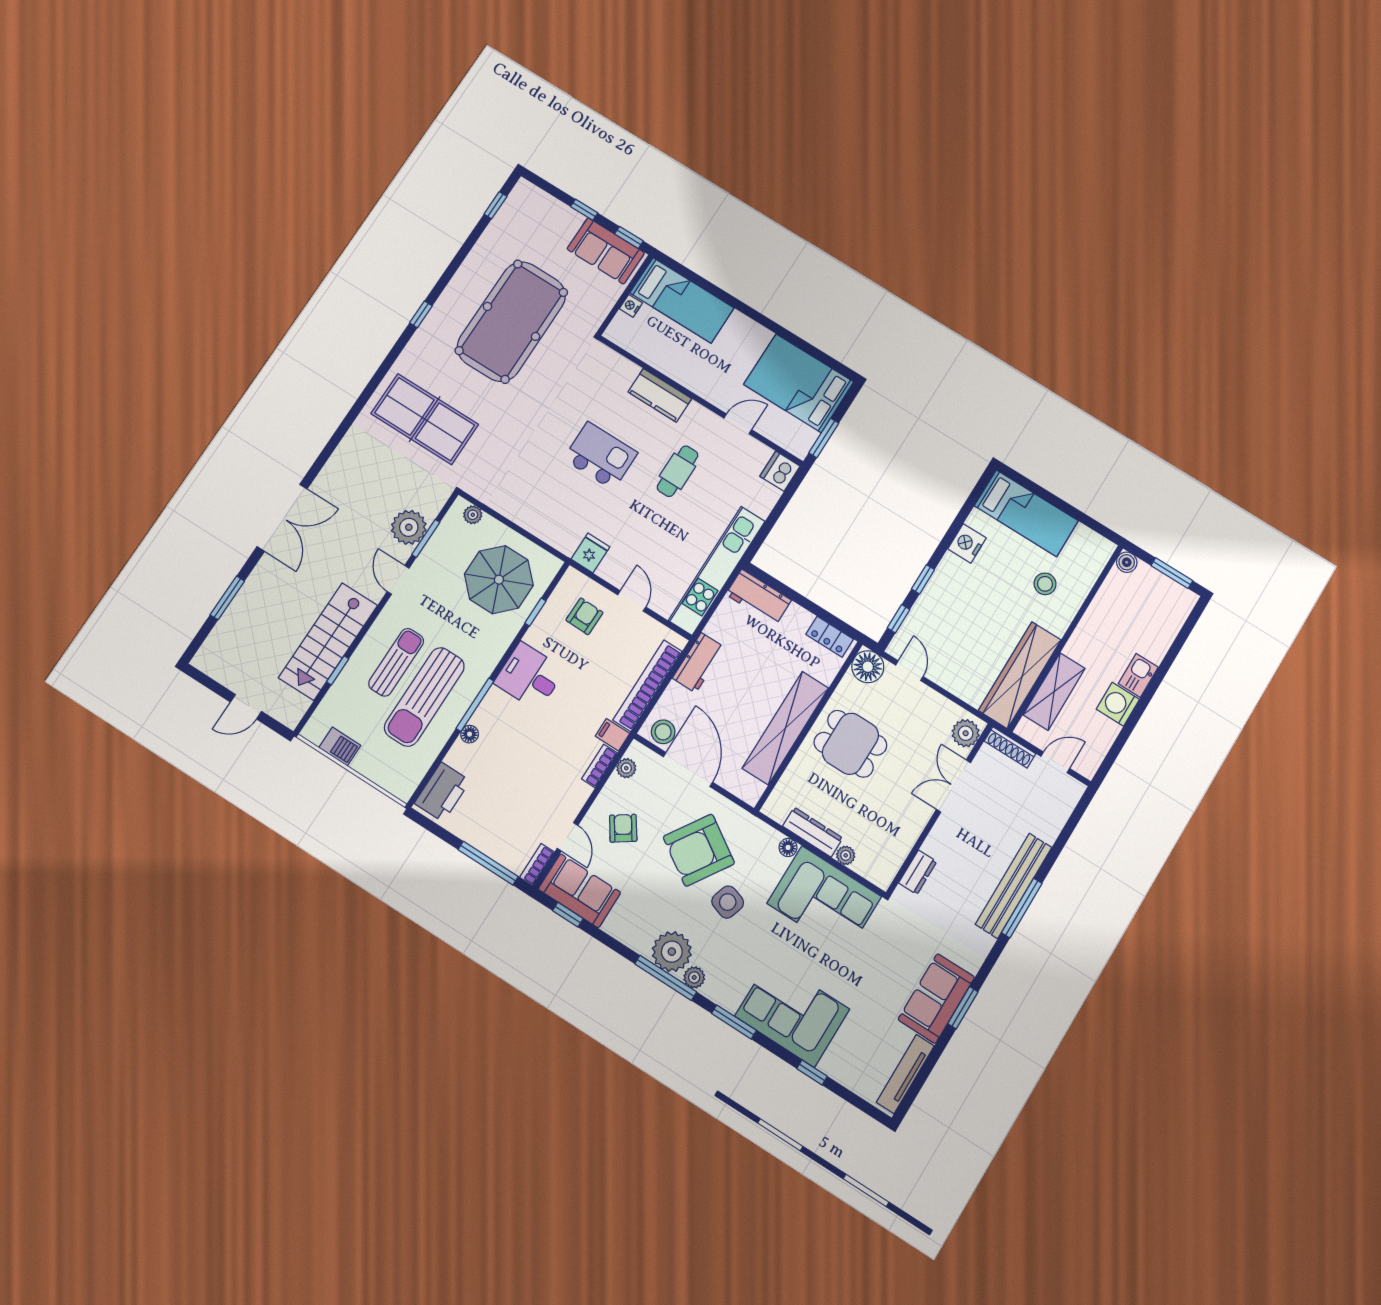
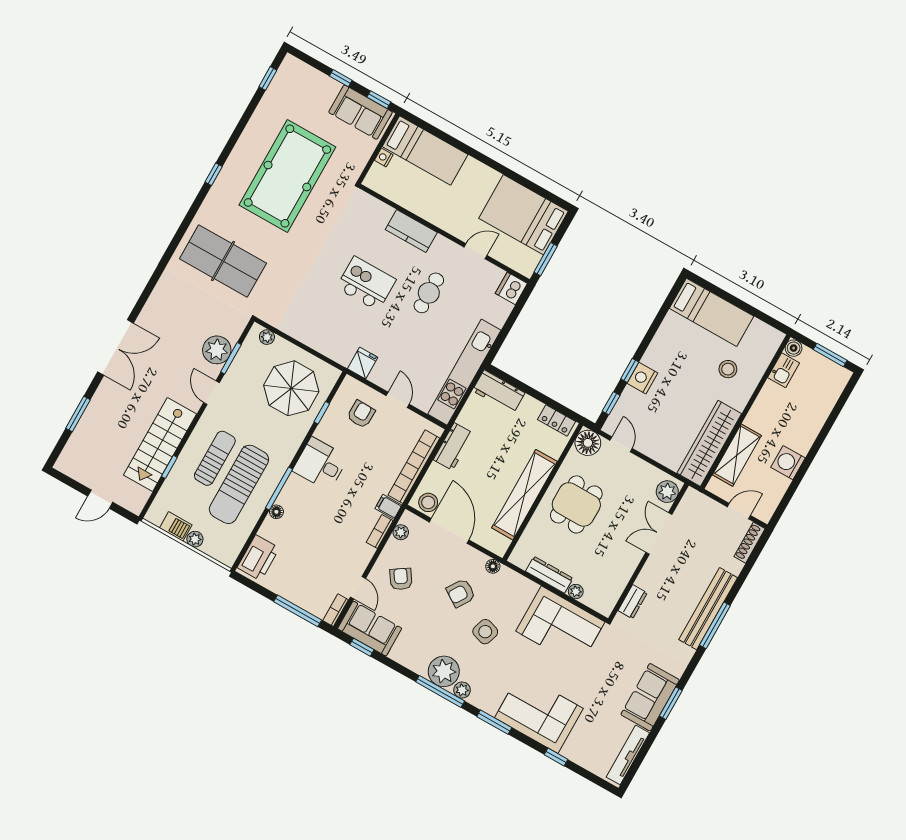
nightstand: (967, 543) -> (642, 378), moved
kitchen sink: (1138, 675) -> (784, 370), moved, turned 180
dining table: (850, 744) -> (576, 504), turned 90
shoe rack: (1010, 747) -> (750, 543), moved, turned 90
plant: (363, 764) -> (195, 539), added
floor lamp: (788, 847) -> (493, 566), moved
armchair: (699, 850) -> (461, 593), width x0.53, depth x0.53

